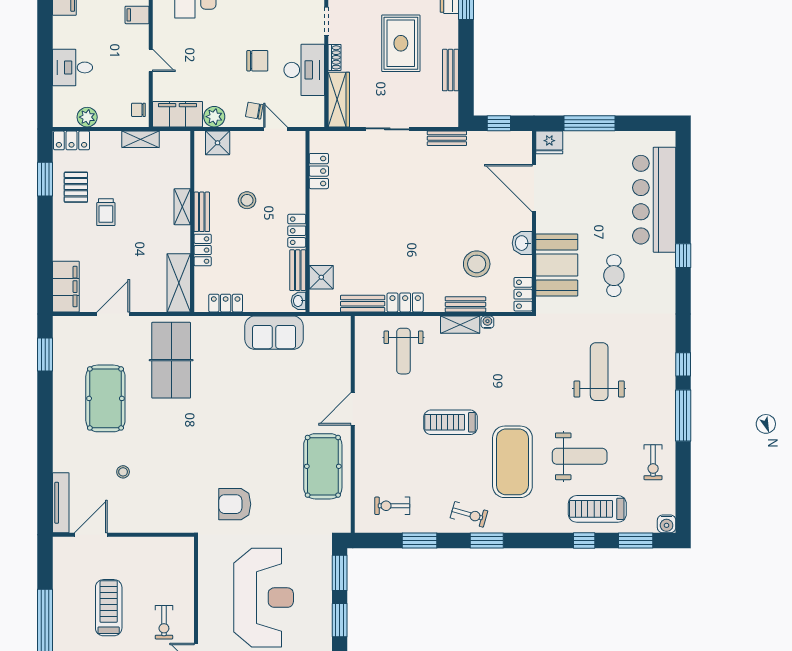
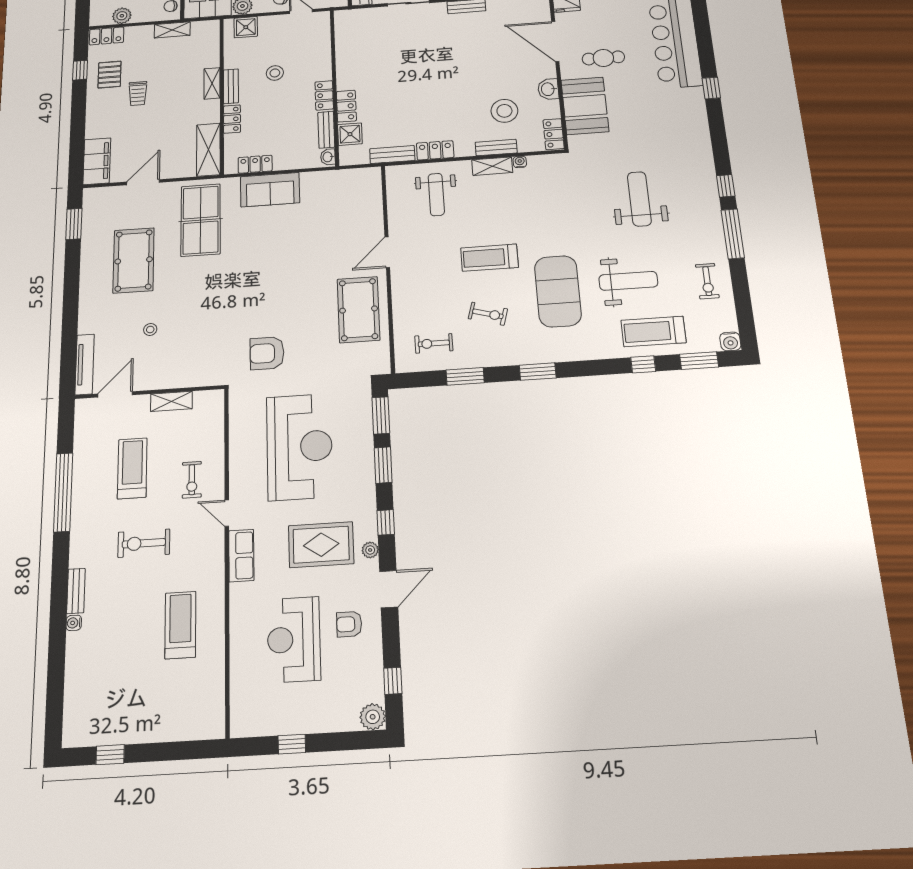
locker: (319, 171) -> (346, 106), moved
window: (45, 179) -> (80, 70), width x0.67
cafe table: (614, 276) -> (603, 58), moved, turned 90
sofa: (274, 333) -> (270, 190), moved
exercise bike: (469, 514) -> (488, 314), moved
shelving: (144, 545) -> (171, 401), added

